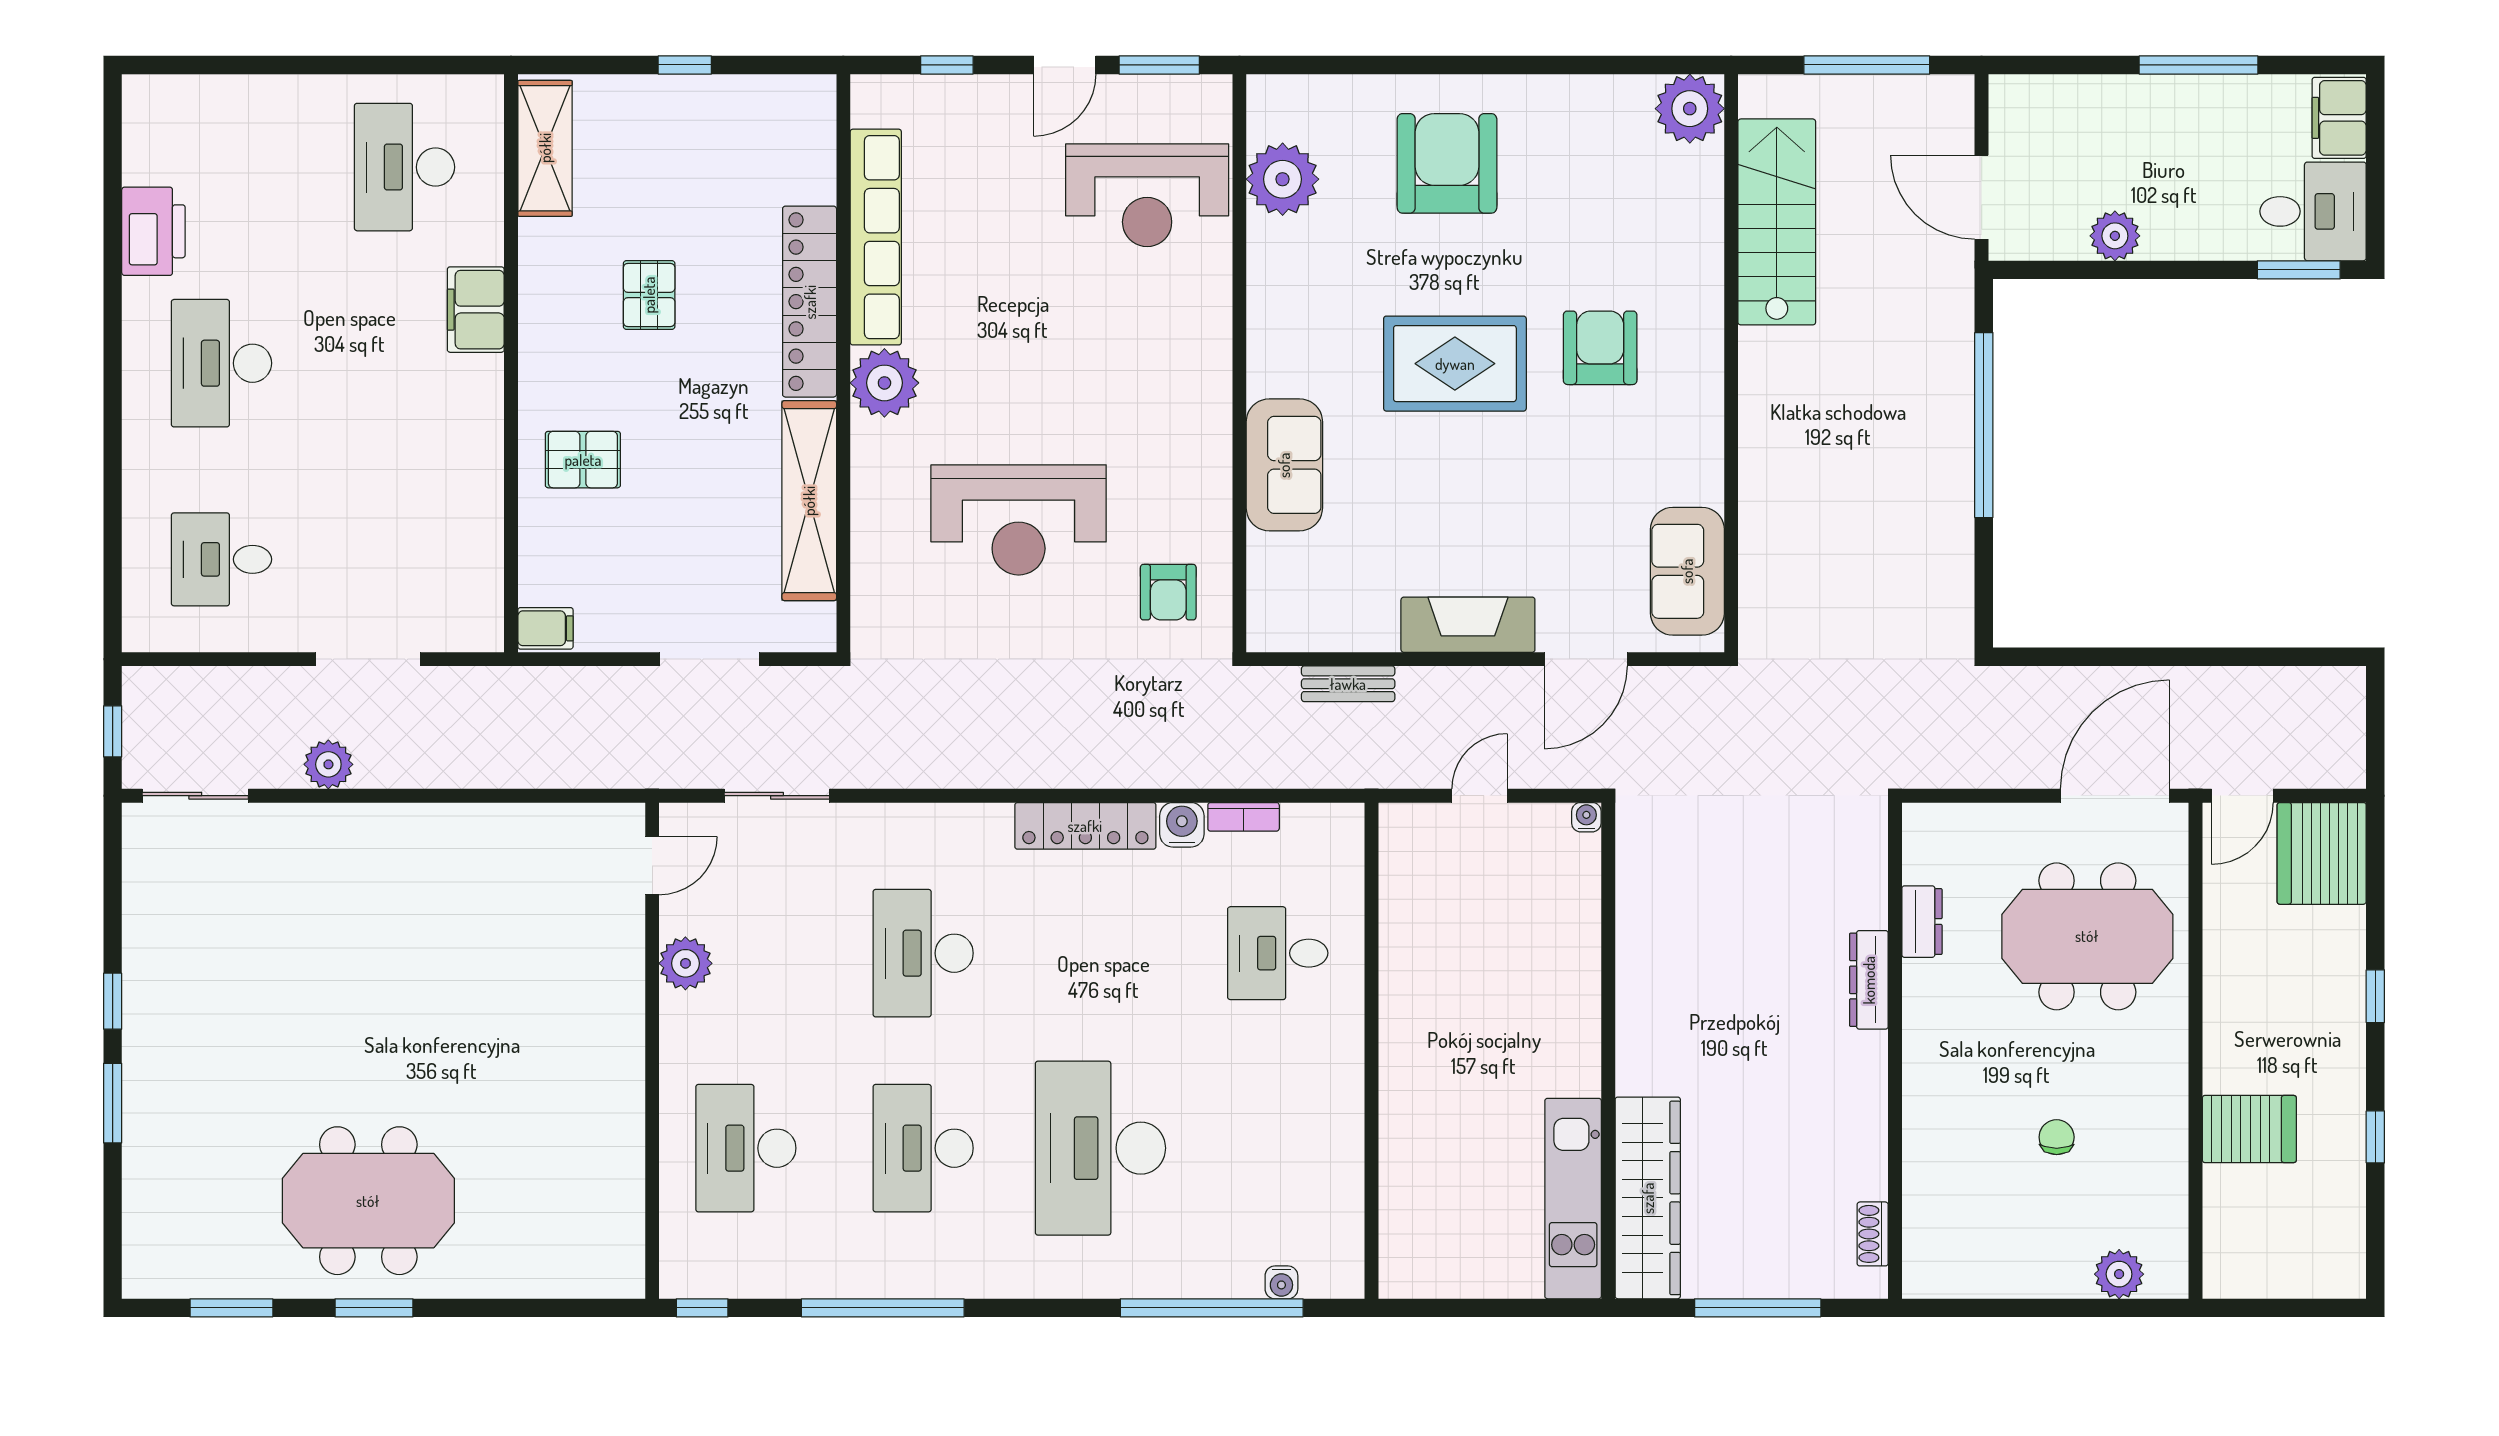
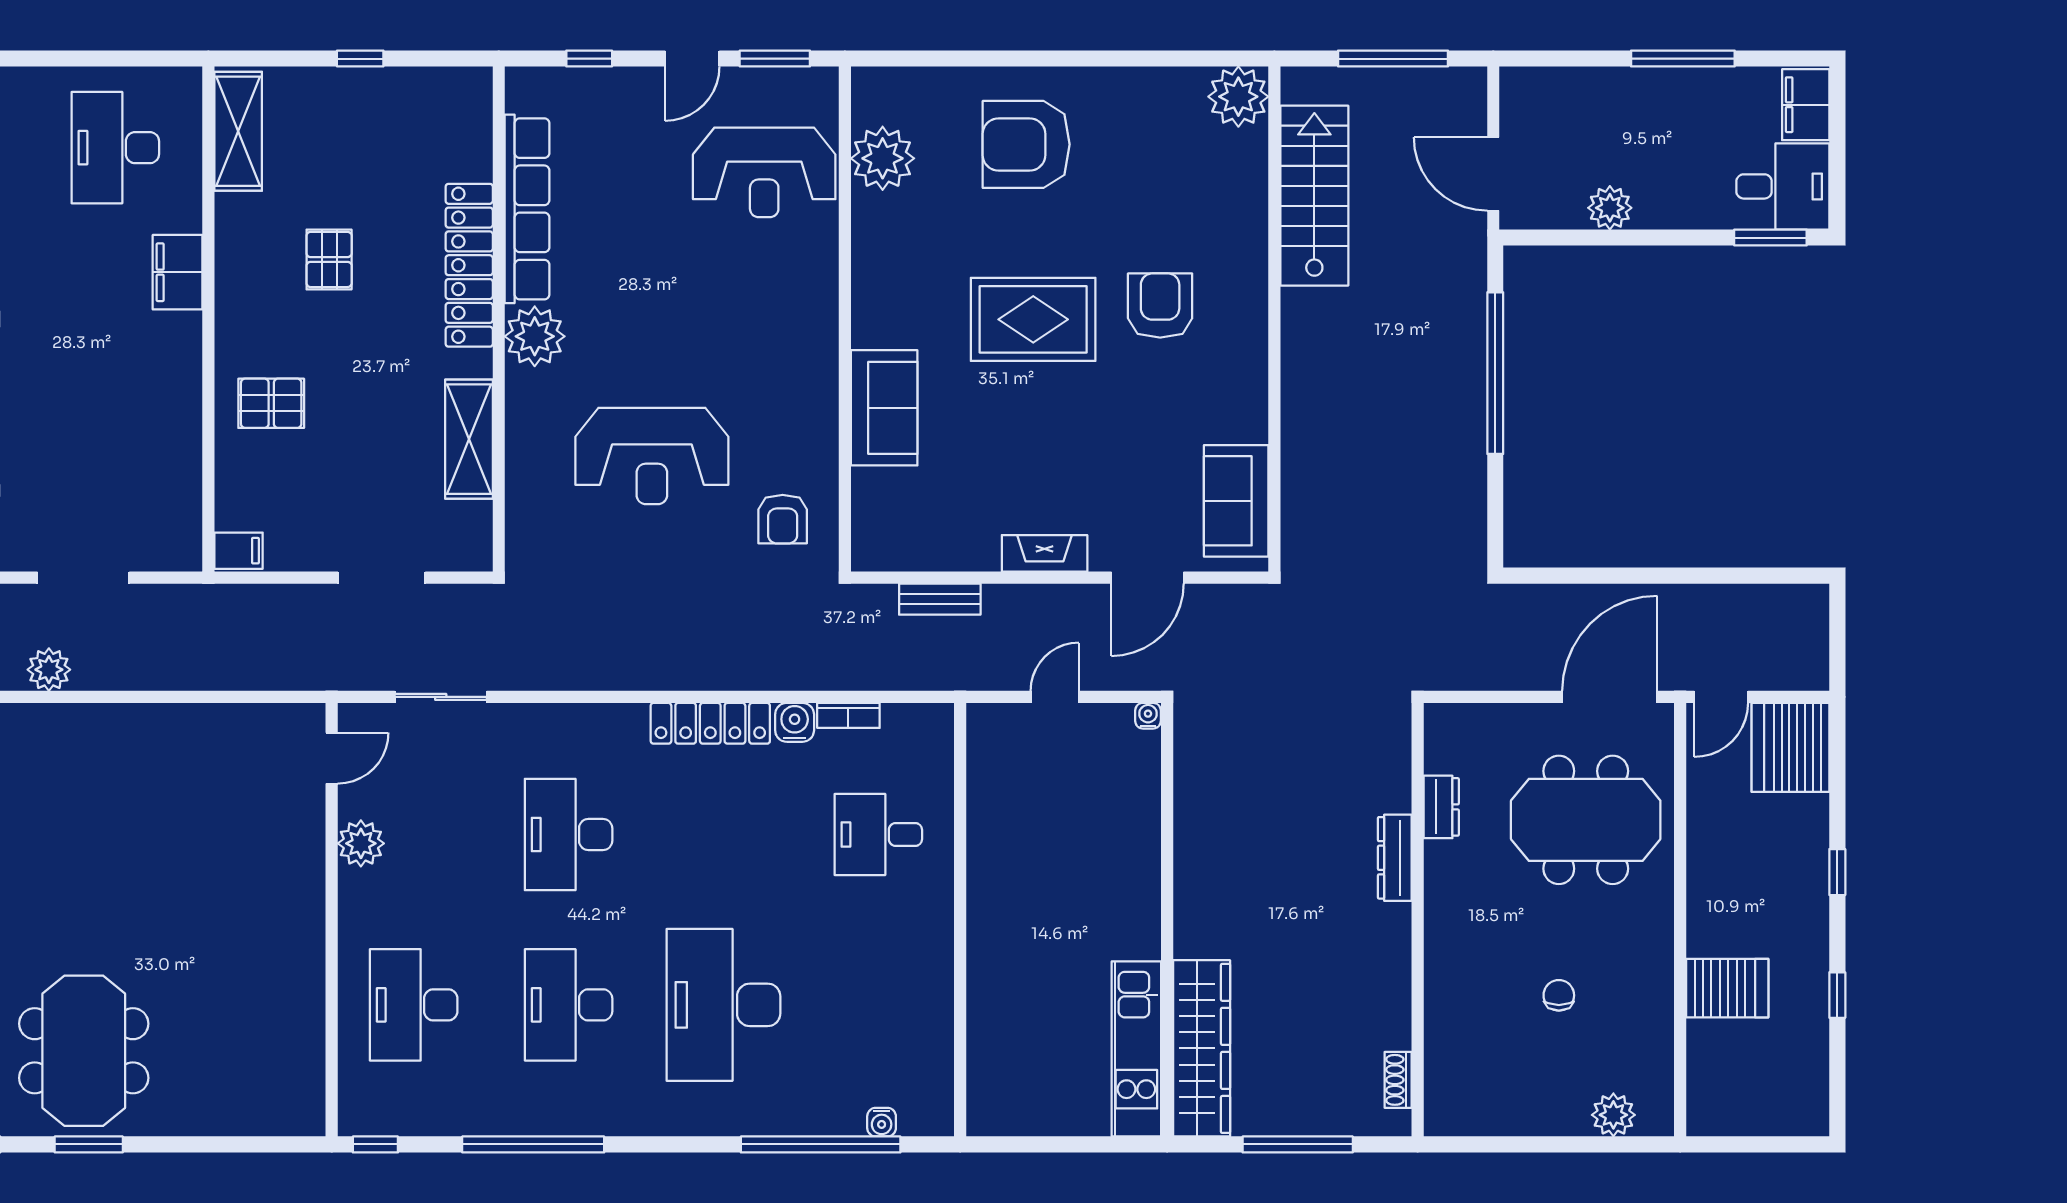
armchair: (1447, 163) -> (1026, 144), turned -90
shelving: (809, 501) -> (469, 439), width x0.68
fireplace: (1468, 625) -> (1045, 553), width x0.73, depth x0.76
meeting table: (368, 1201) -> (84, 1051), turned 90

